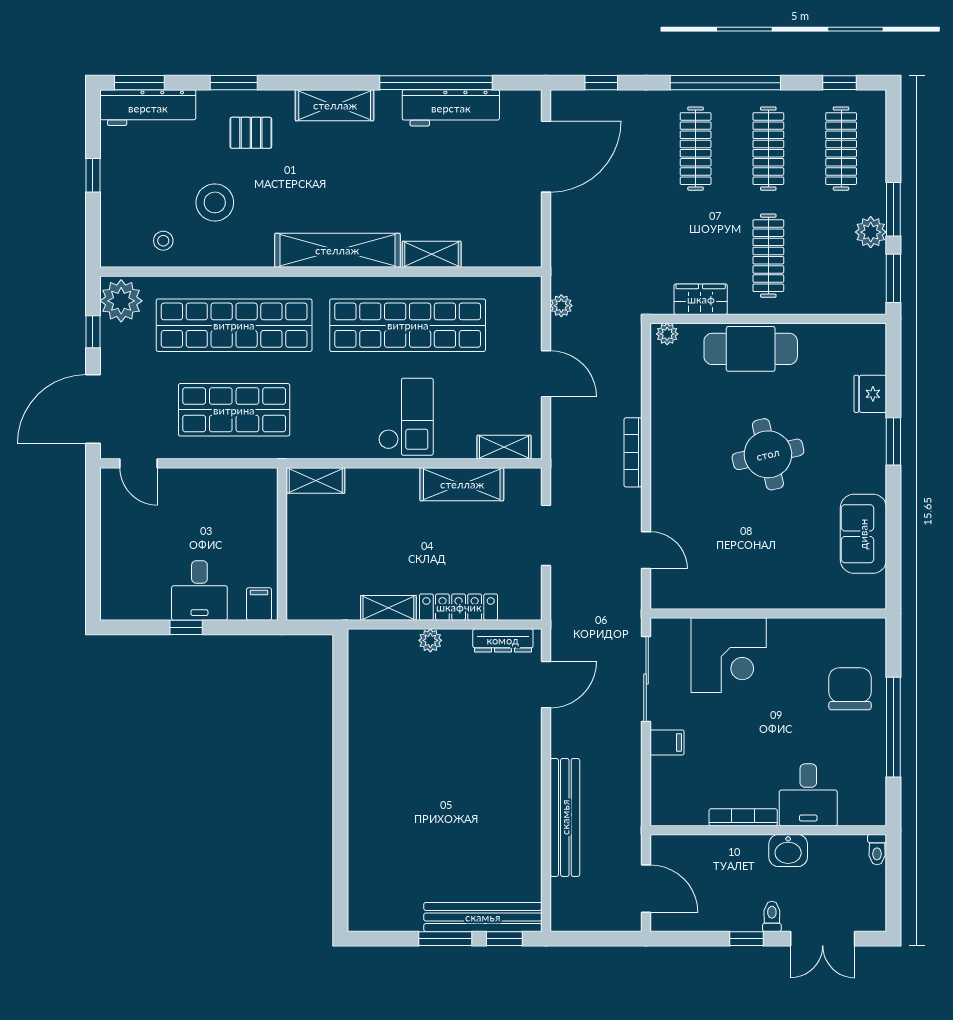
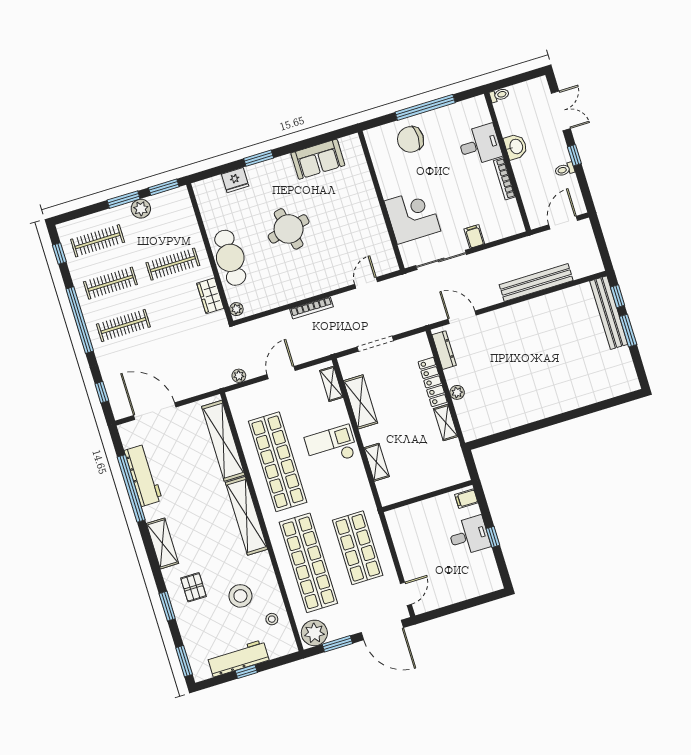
workbench: (148, 108) -> (238, 658), moved, turned -90
shelving: (432, 254) -> (223, 441), width x2.20, depth x1.33
window: (93, 332) -> (337, 644), width x1.50
shelving: (316, 481) -> (377, 462), moved
toilet: (772, 916) -> (565, 169), moved

